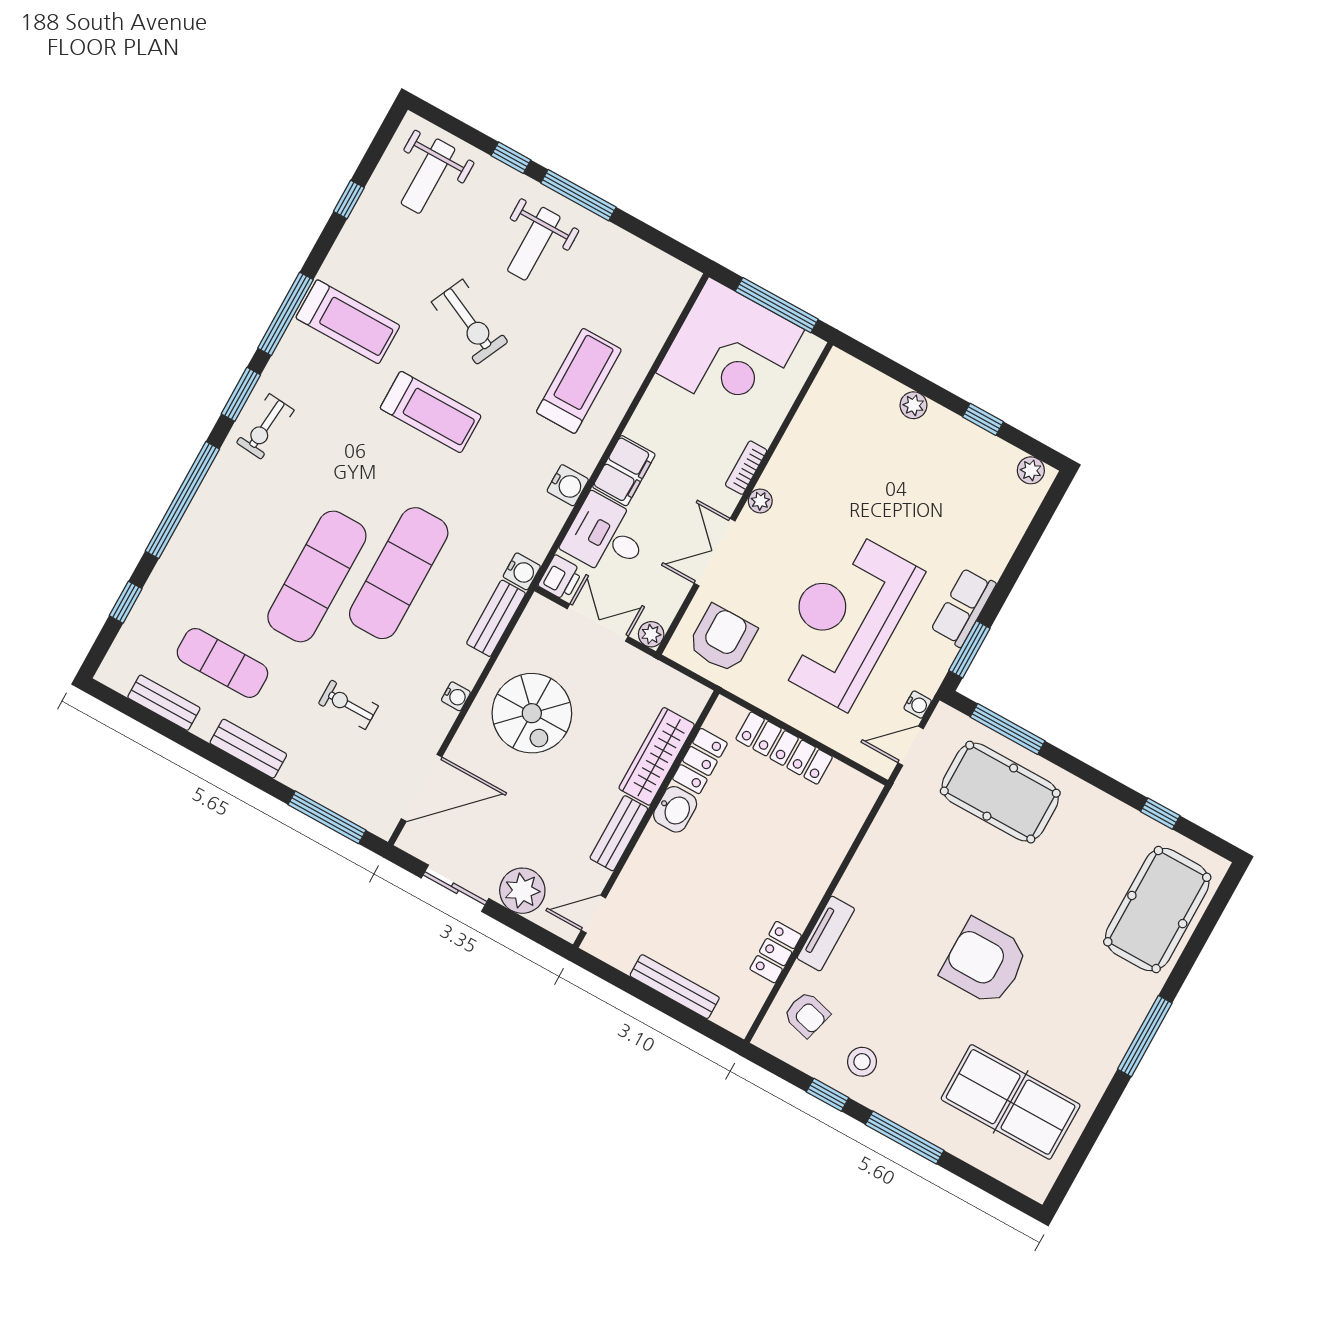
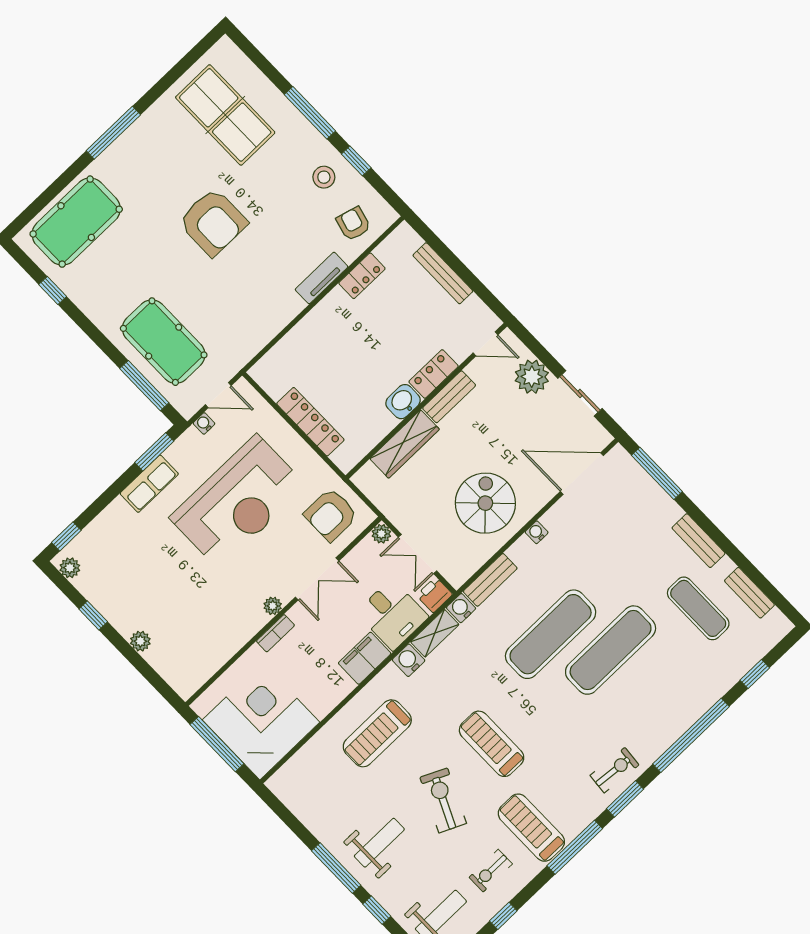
window: (1047, 509) -> (66, 536), added
shelving: (545, 529) -> (435, 633), added
exercise bike: (348, 705) -> (491, 871), moved, turned 90
locker: (700, 761) -> (434, 374), moved

